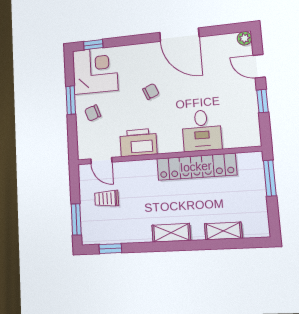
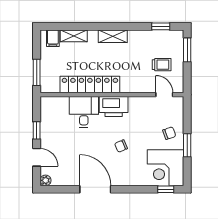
printer: (138, 143) -> (114, 106), moved
filing cabinet: (252, 226) -> (53, 38), added

